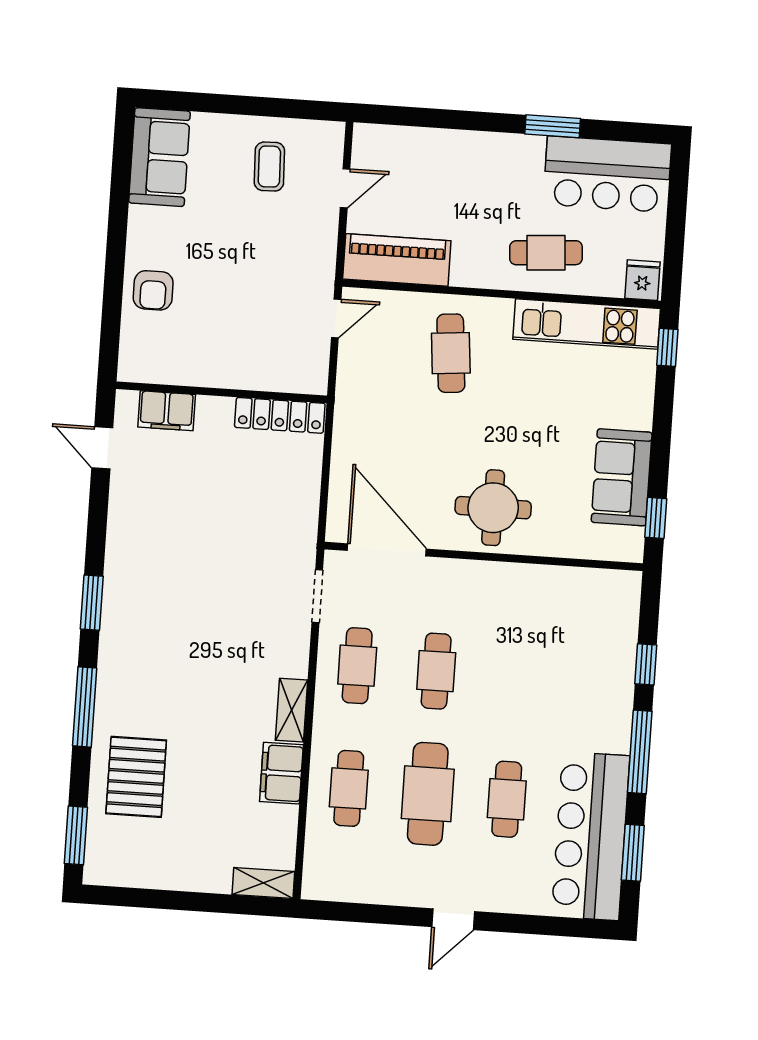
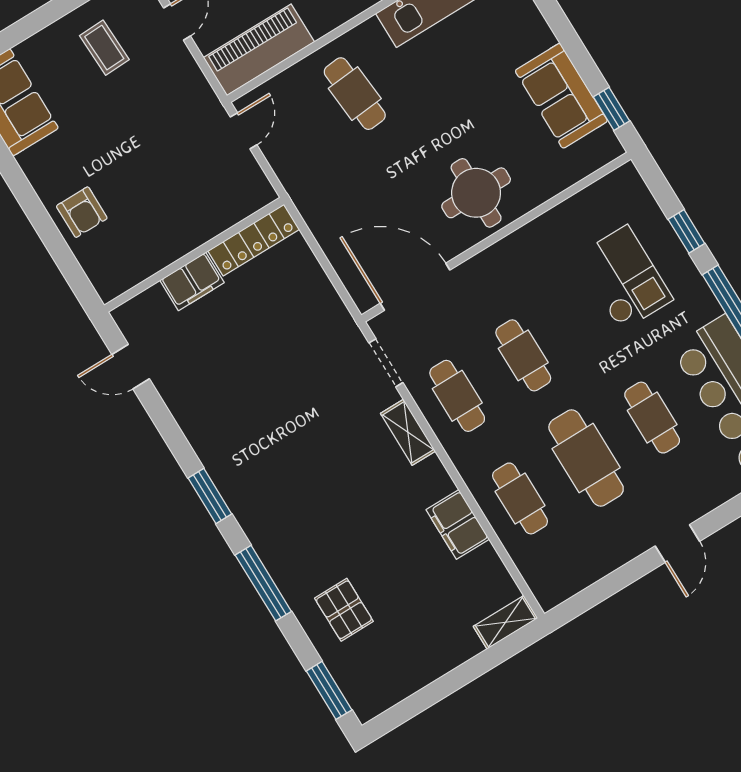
filing cabinet: (167, 411) -> (192, 281), moved
checkout: (566, 666) -> (624, 278), added
shelving: (292, 710) -> (408, 432), moved
pallet: (136, 777) -> (344, 610), width x0.67, depth x0.71

